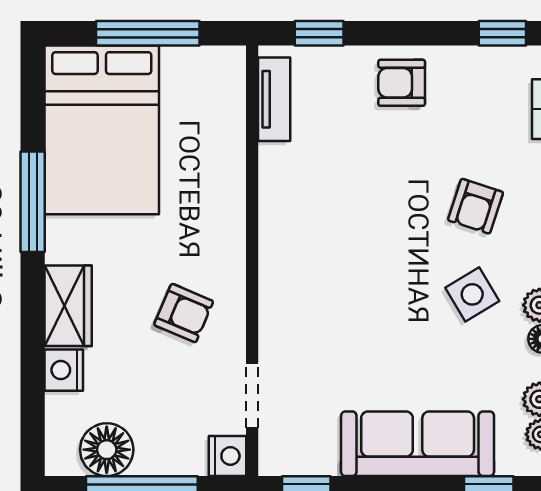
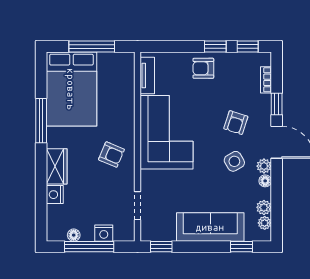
window: (319, 33) -> (215, 47), moved
corner sofa: (318, 228) -> (167, 132), added
armchair: (184, 313) -> (111, 155), moved
floor lamp: (107, 450) -> (74, 235), width x0.53, depth x0.53
nightstand: (227, 456) -> (104, 233), moved, turned 90

